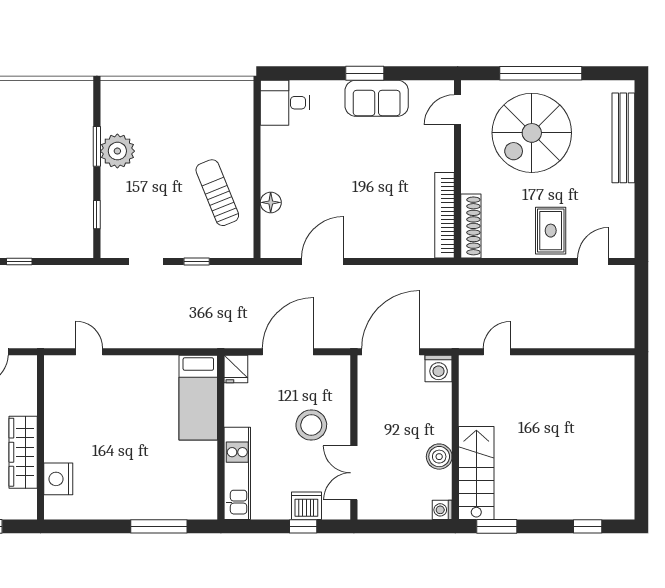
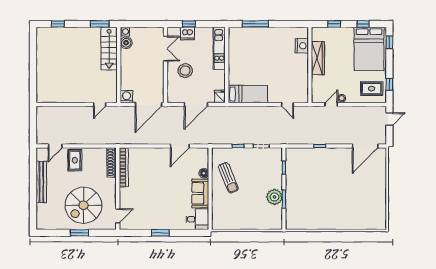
window: (541, 73) -> (79, 233), width x0.47
sofa: (377, 98) -> (200, 193), moved, turned -90
spiral stairs: (532, 133) -> (83, 205), turned 180
bench: (623, 138) -> (41, 182), moved
bed: (198, 398) -> (248, 94), moved, turned 90
boiler: (439, 457) -> (126, 43), moved

